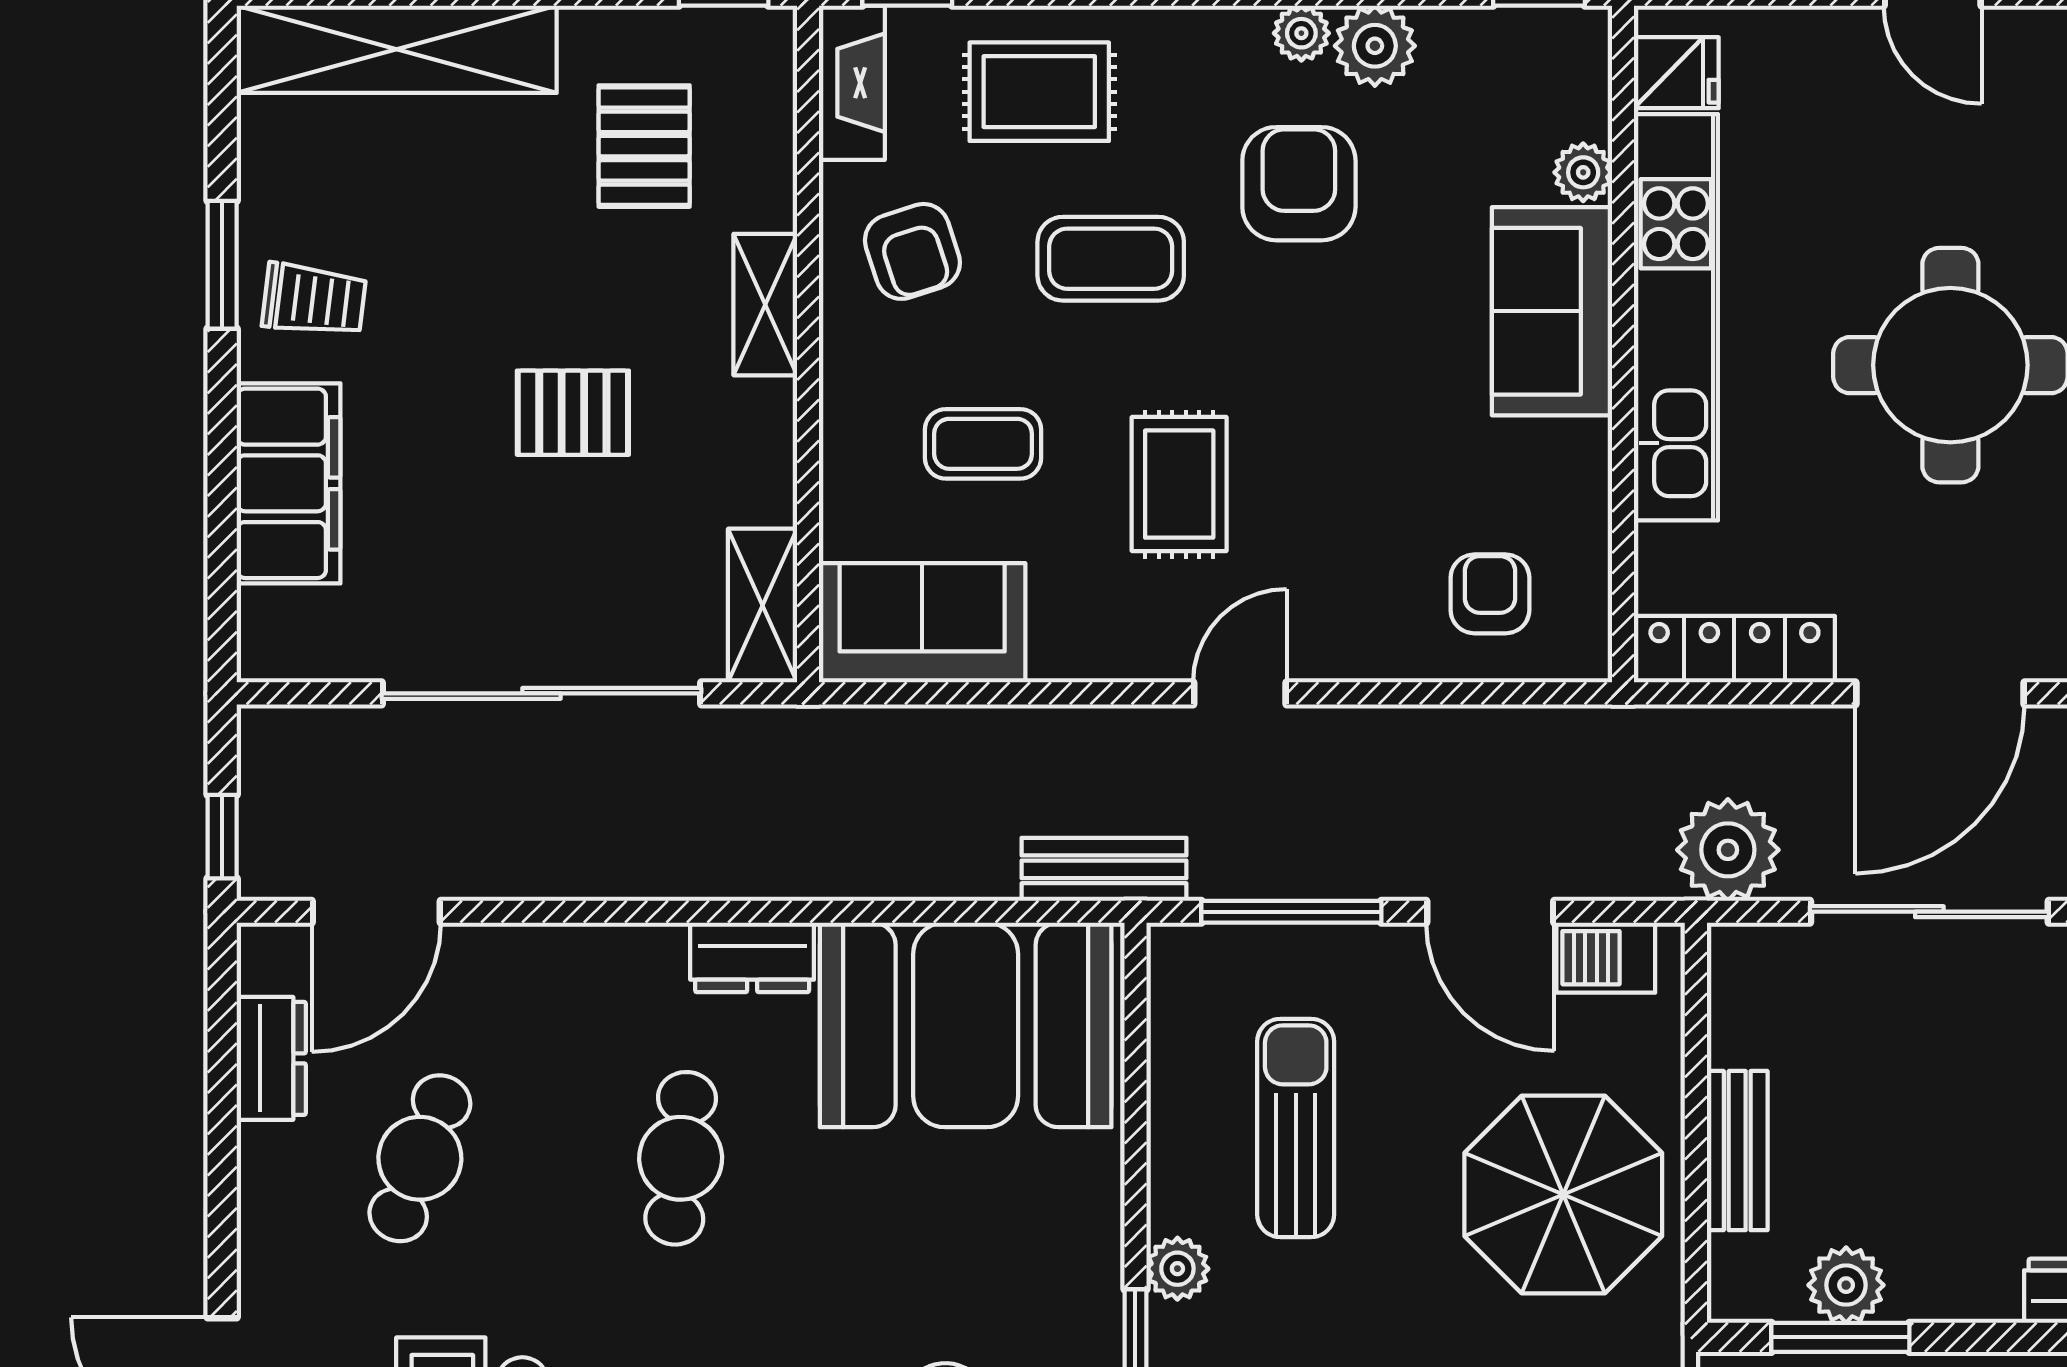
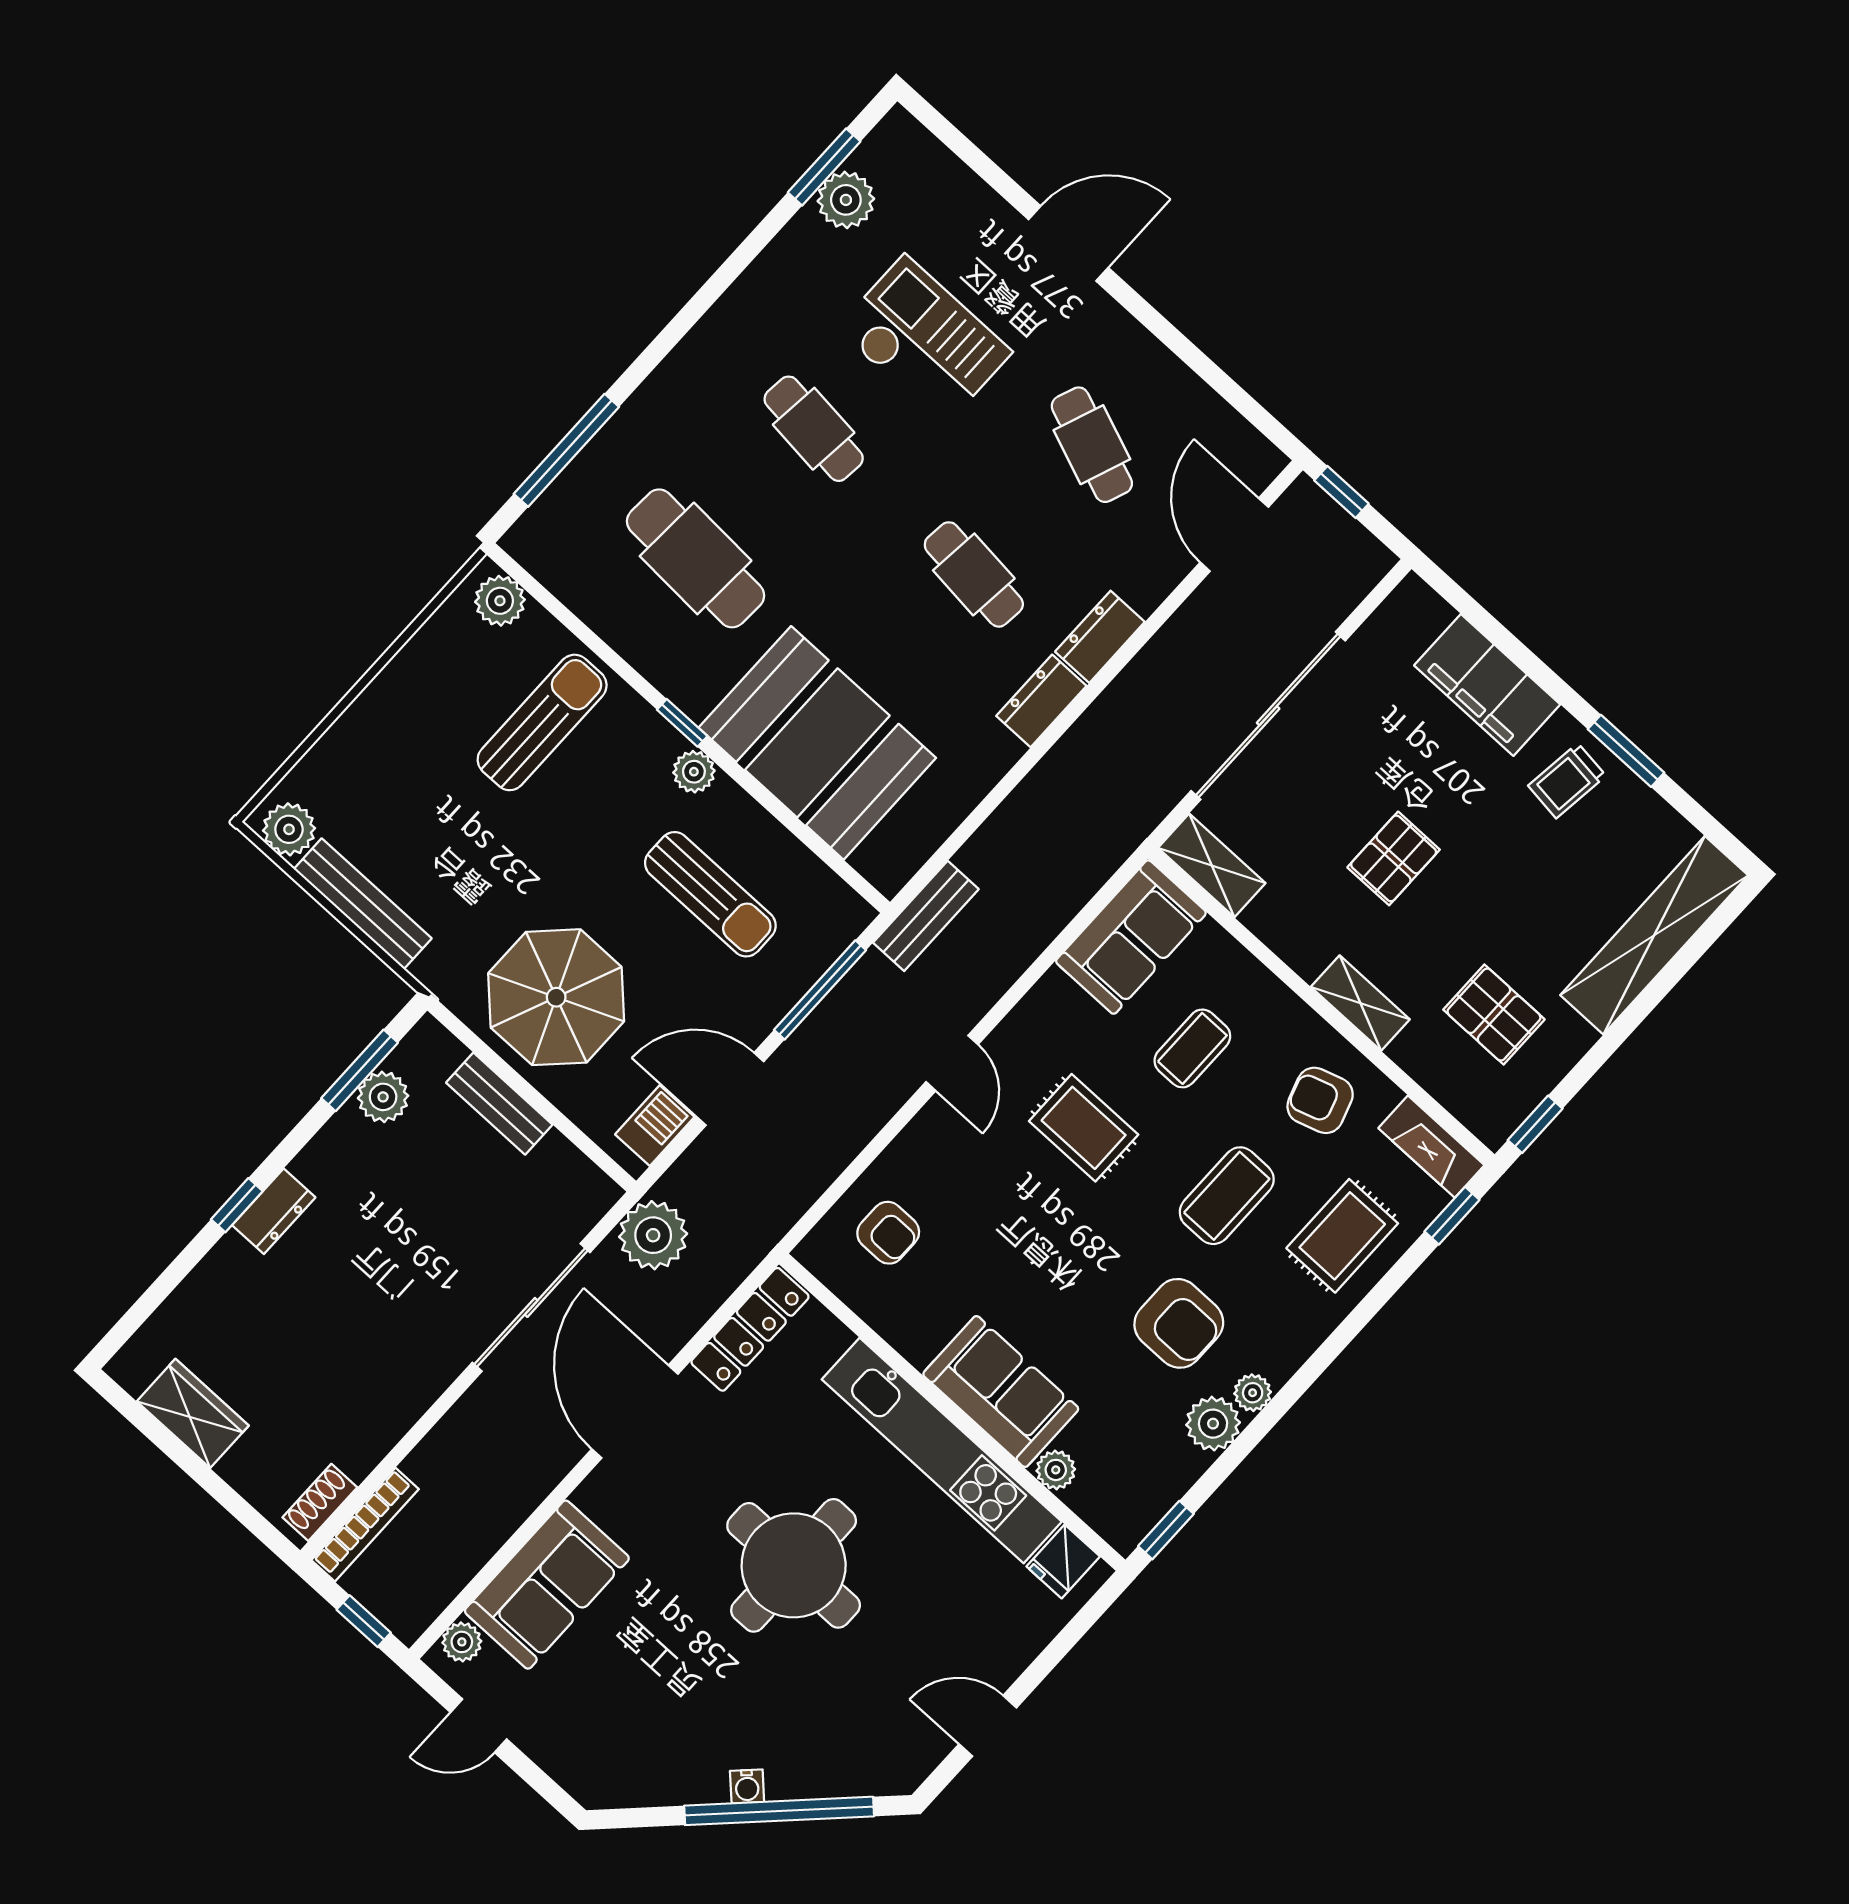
booth: (966, 1025) -> (817, 743), moved, turned 90
dresser: (271, 1058) -> (1100, 637), moved, turned 90

